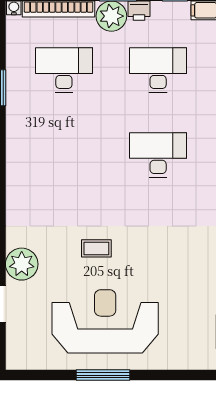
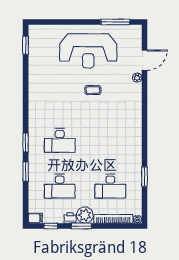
plant: (22, 264) -> (137, 78), width x0.53, depth x0.53
window: (103, 375) -> (115, 22), moved

